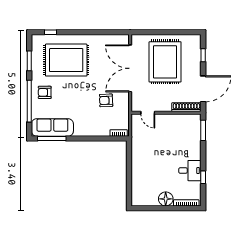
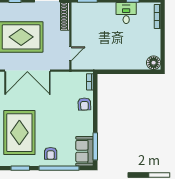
armchair: (106, 100) -> (84, 104), moved
sofa: (52, 127) -> (85, 151), width x0.73
floor lamp: (166, 199) -> (154, 63), moved

